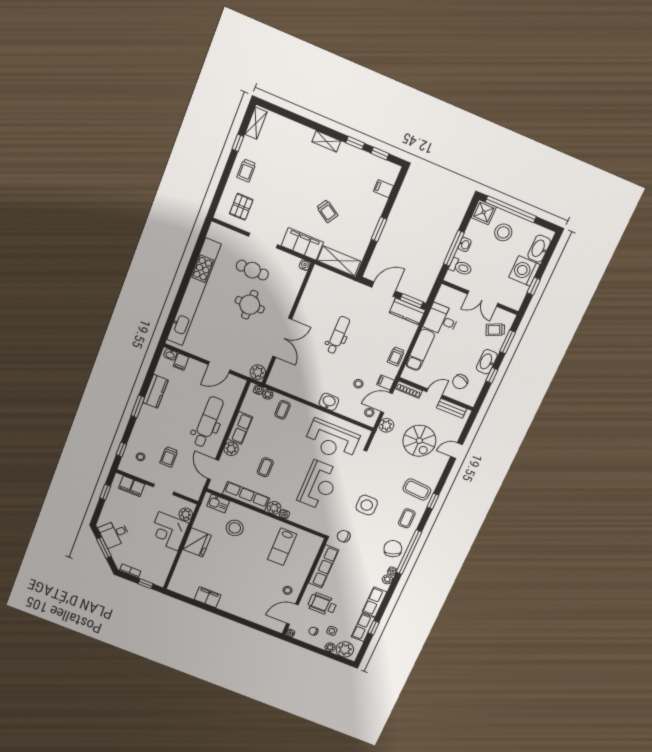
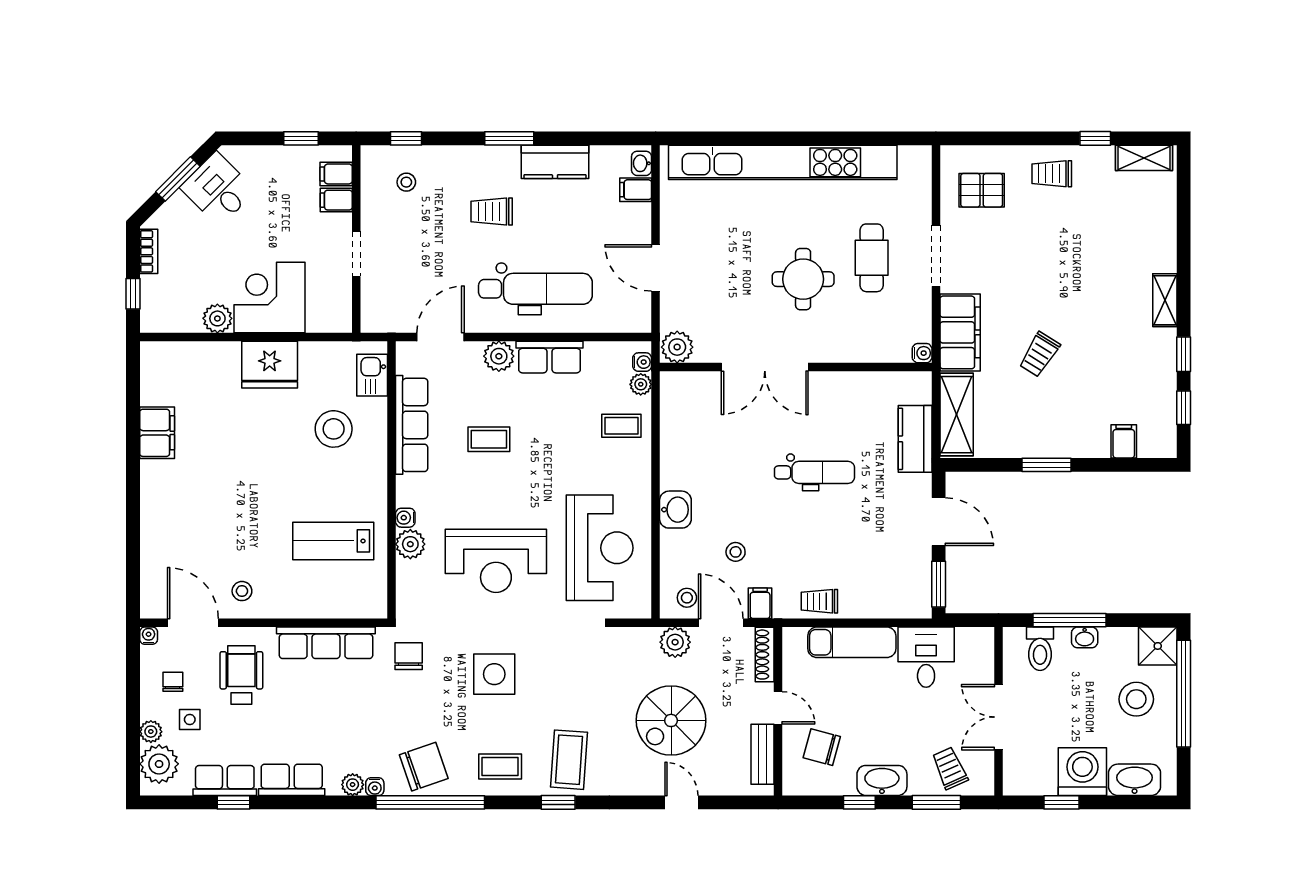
kitchen counter: (407, 311) -> (915, 439), moved
reception desk: (332, 440) -> (600, 548), turned 180
trolley: (169, 457) -> (492, 211), moved
plant: (274, 508) -> (410, 544), moved
plant: (186, 514) -> (217, 318), moved

